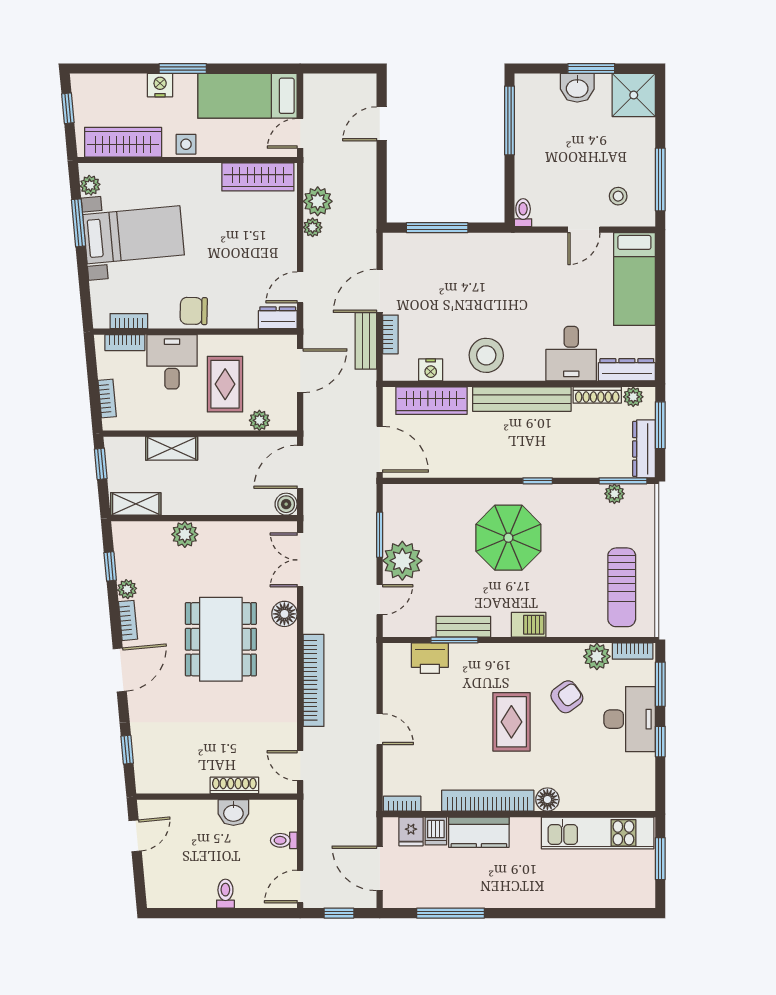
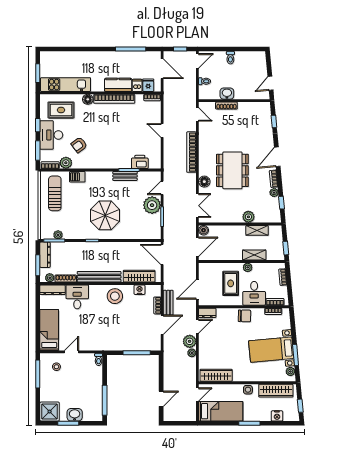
nightstand: (160, 85) -> (277, 416), moved
plant: (318, 201) -> (190, 341), moved
plant: (259, 420) -> (248, 267), moved
shelving: (136, 504) -> (257, 230), moved
barbecue: (529, 625) -> (77, 177), moved
rug: (511, 722) -> (61, 110), moved, turned 90

